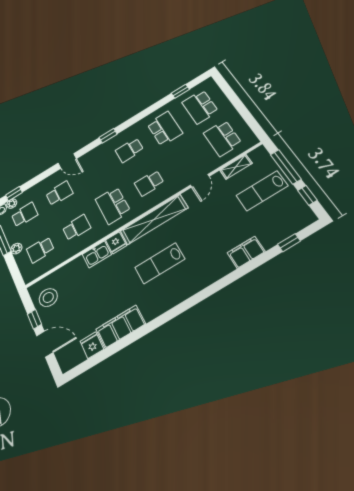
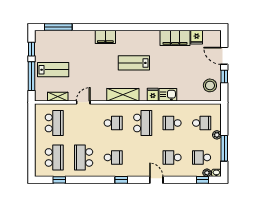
shelving: (154, 219) -> (123, 95), width x0.68
window: (289, 243) -> (58, 27), width x2.17
filing cabinet: (246, 252) -> (105, 37), moved
lab bench: (160, 263) -> (134, 63), turned 180

